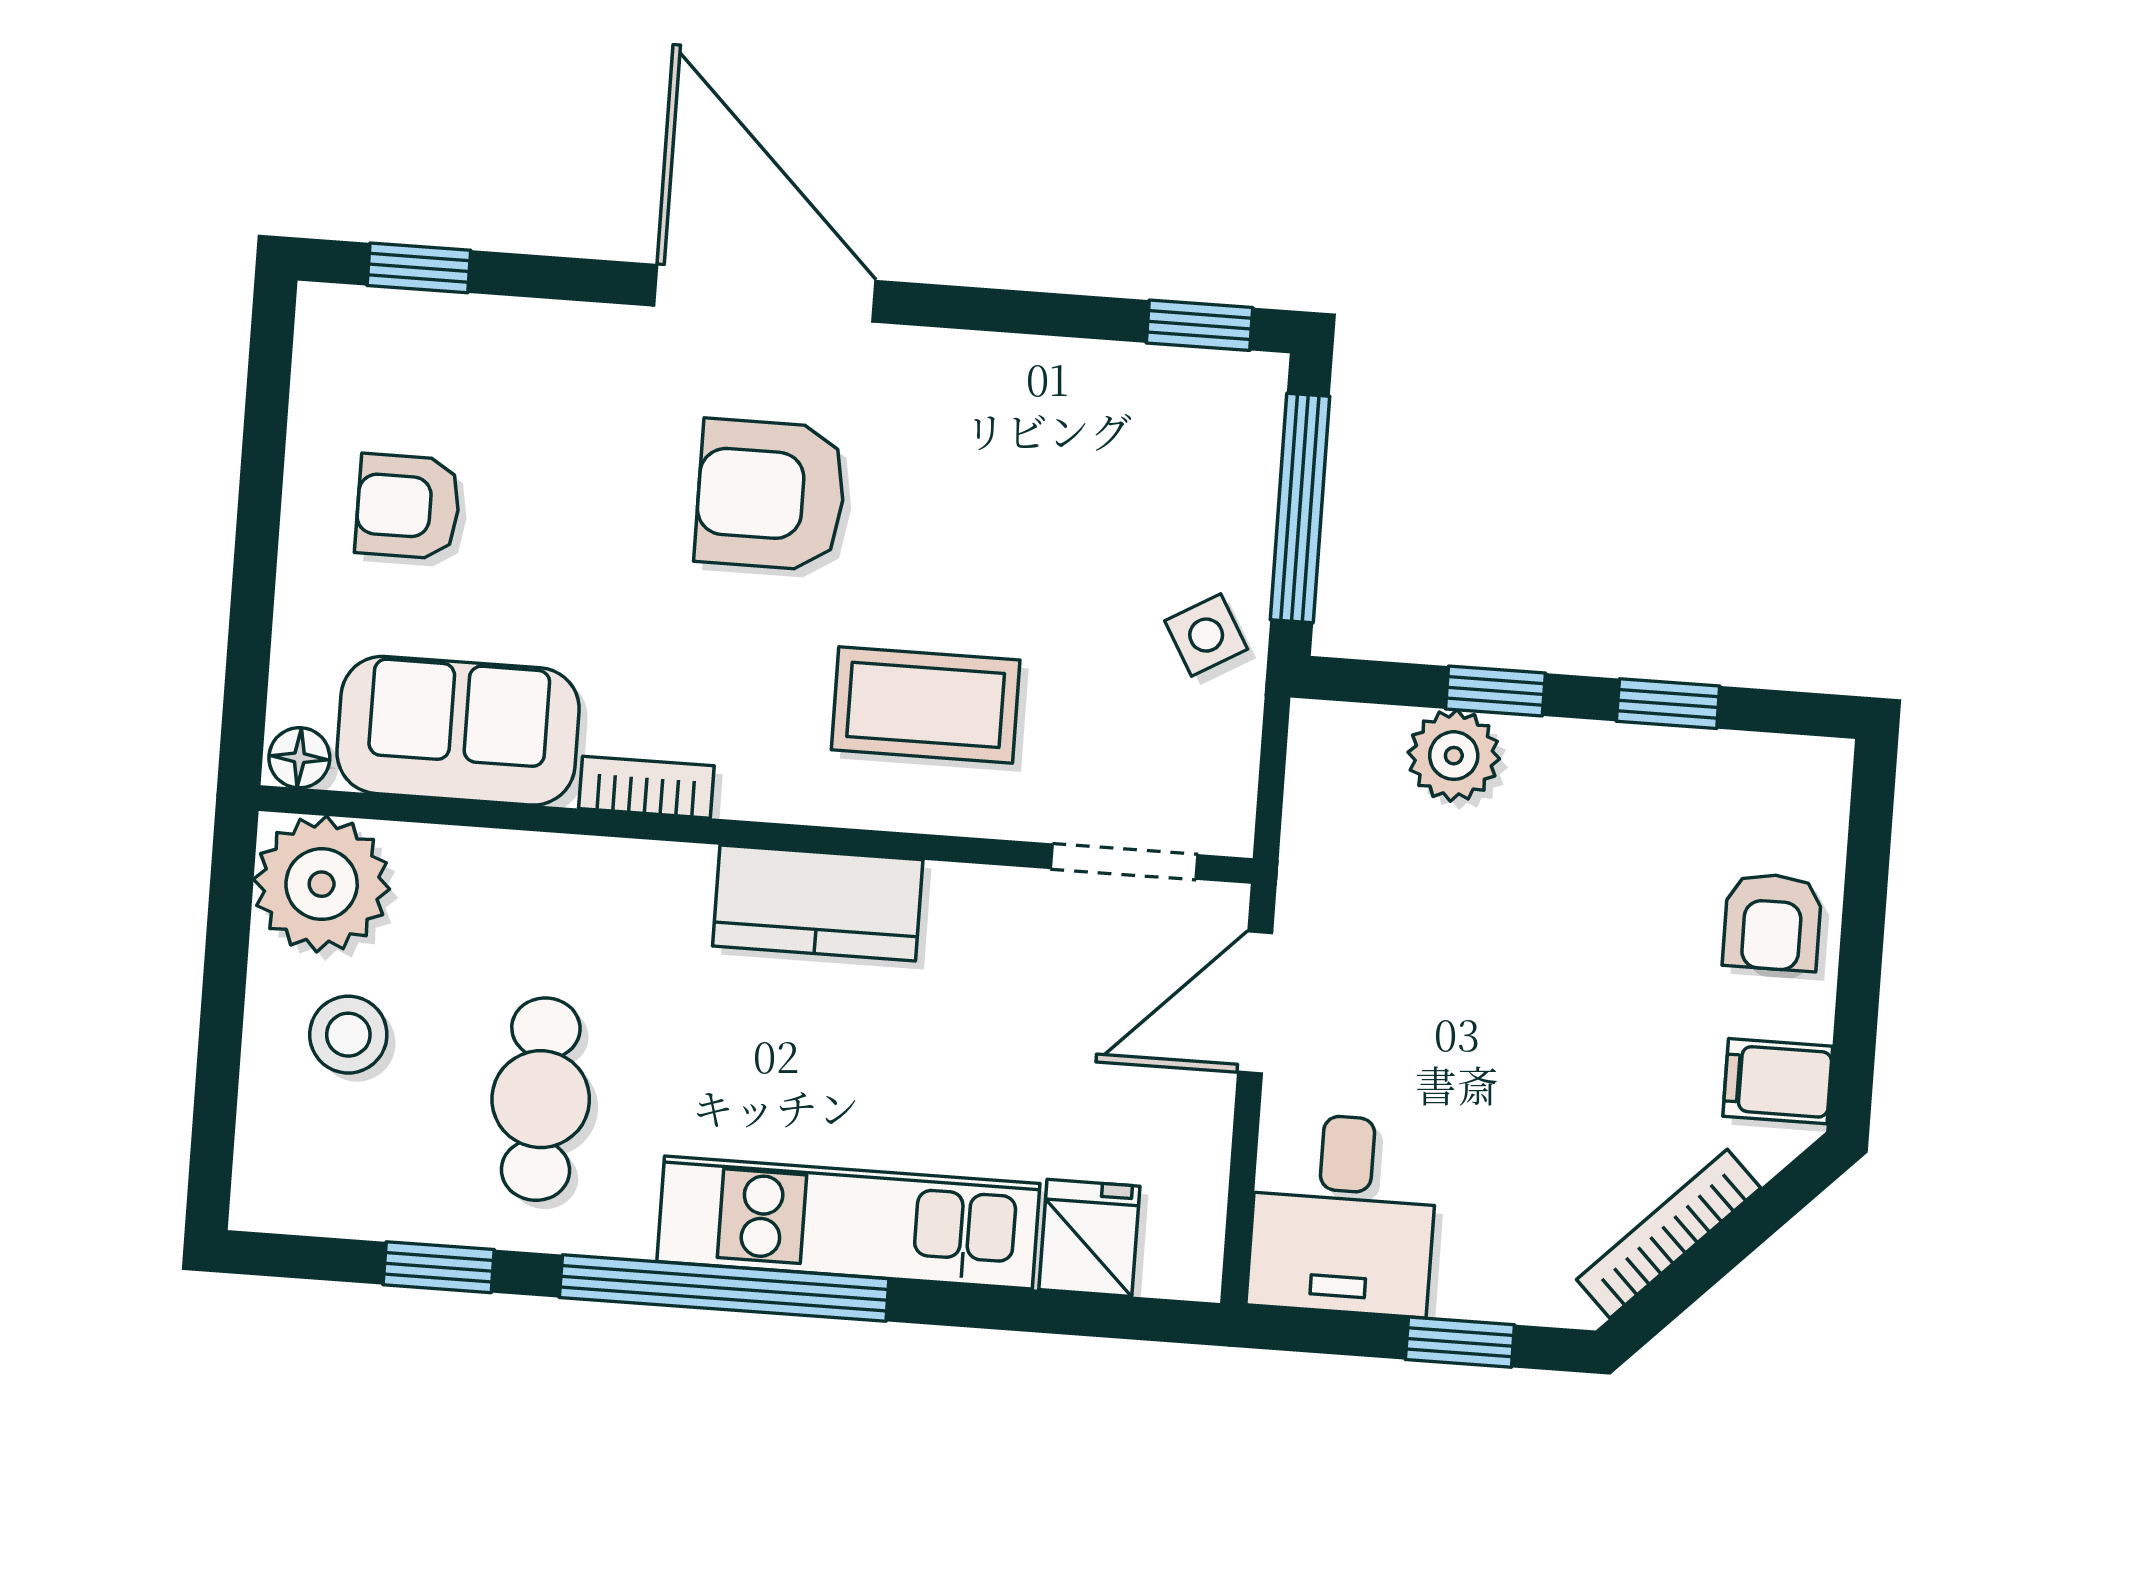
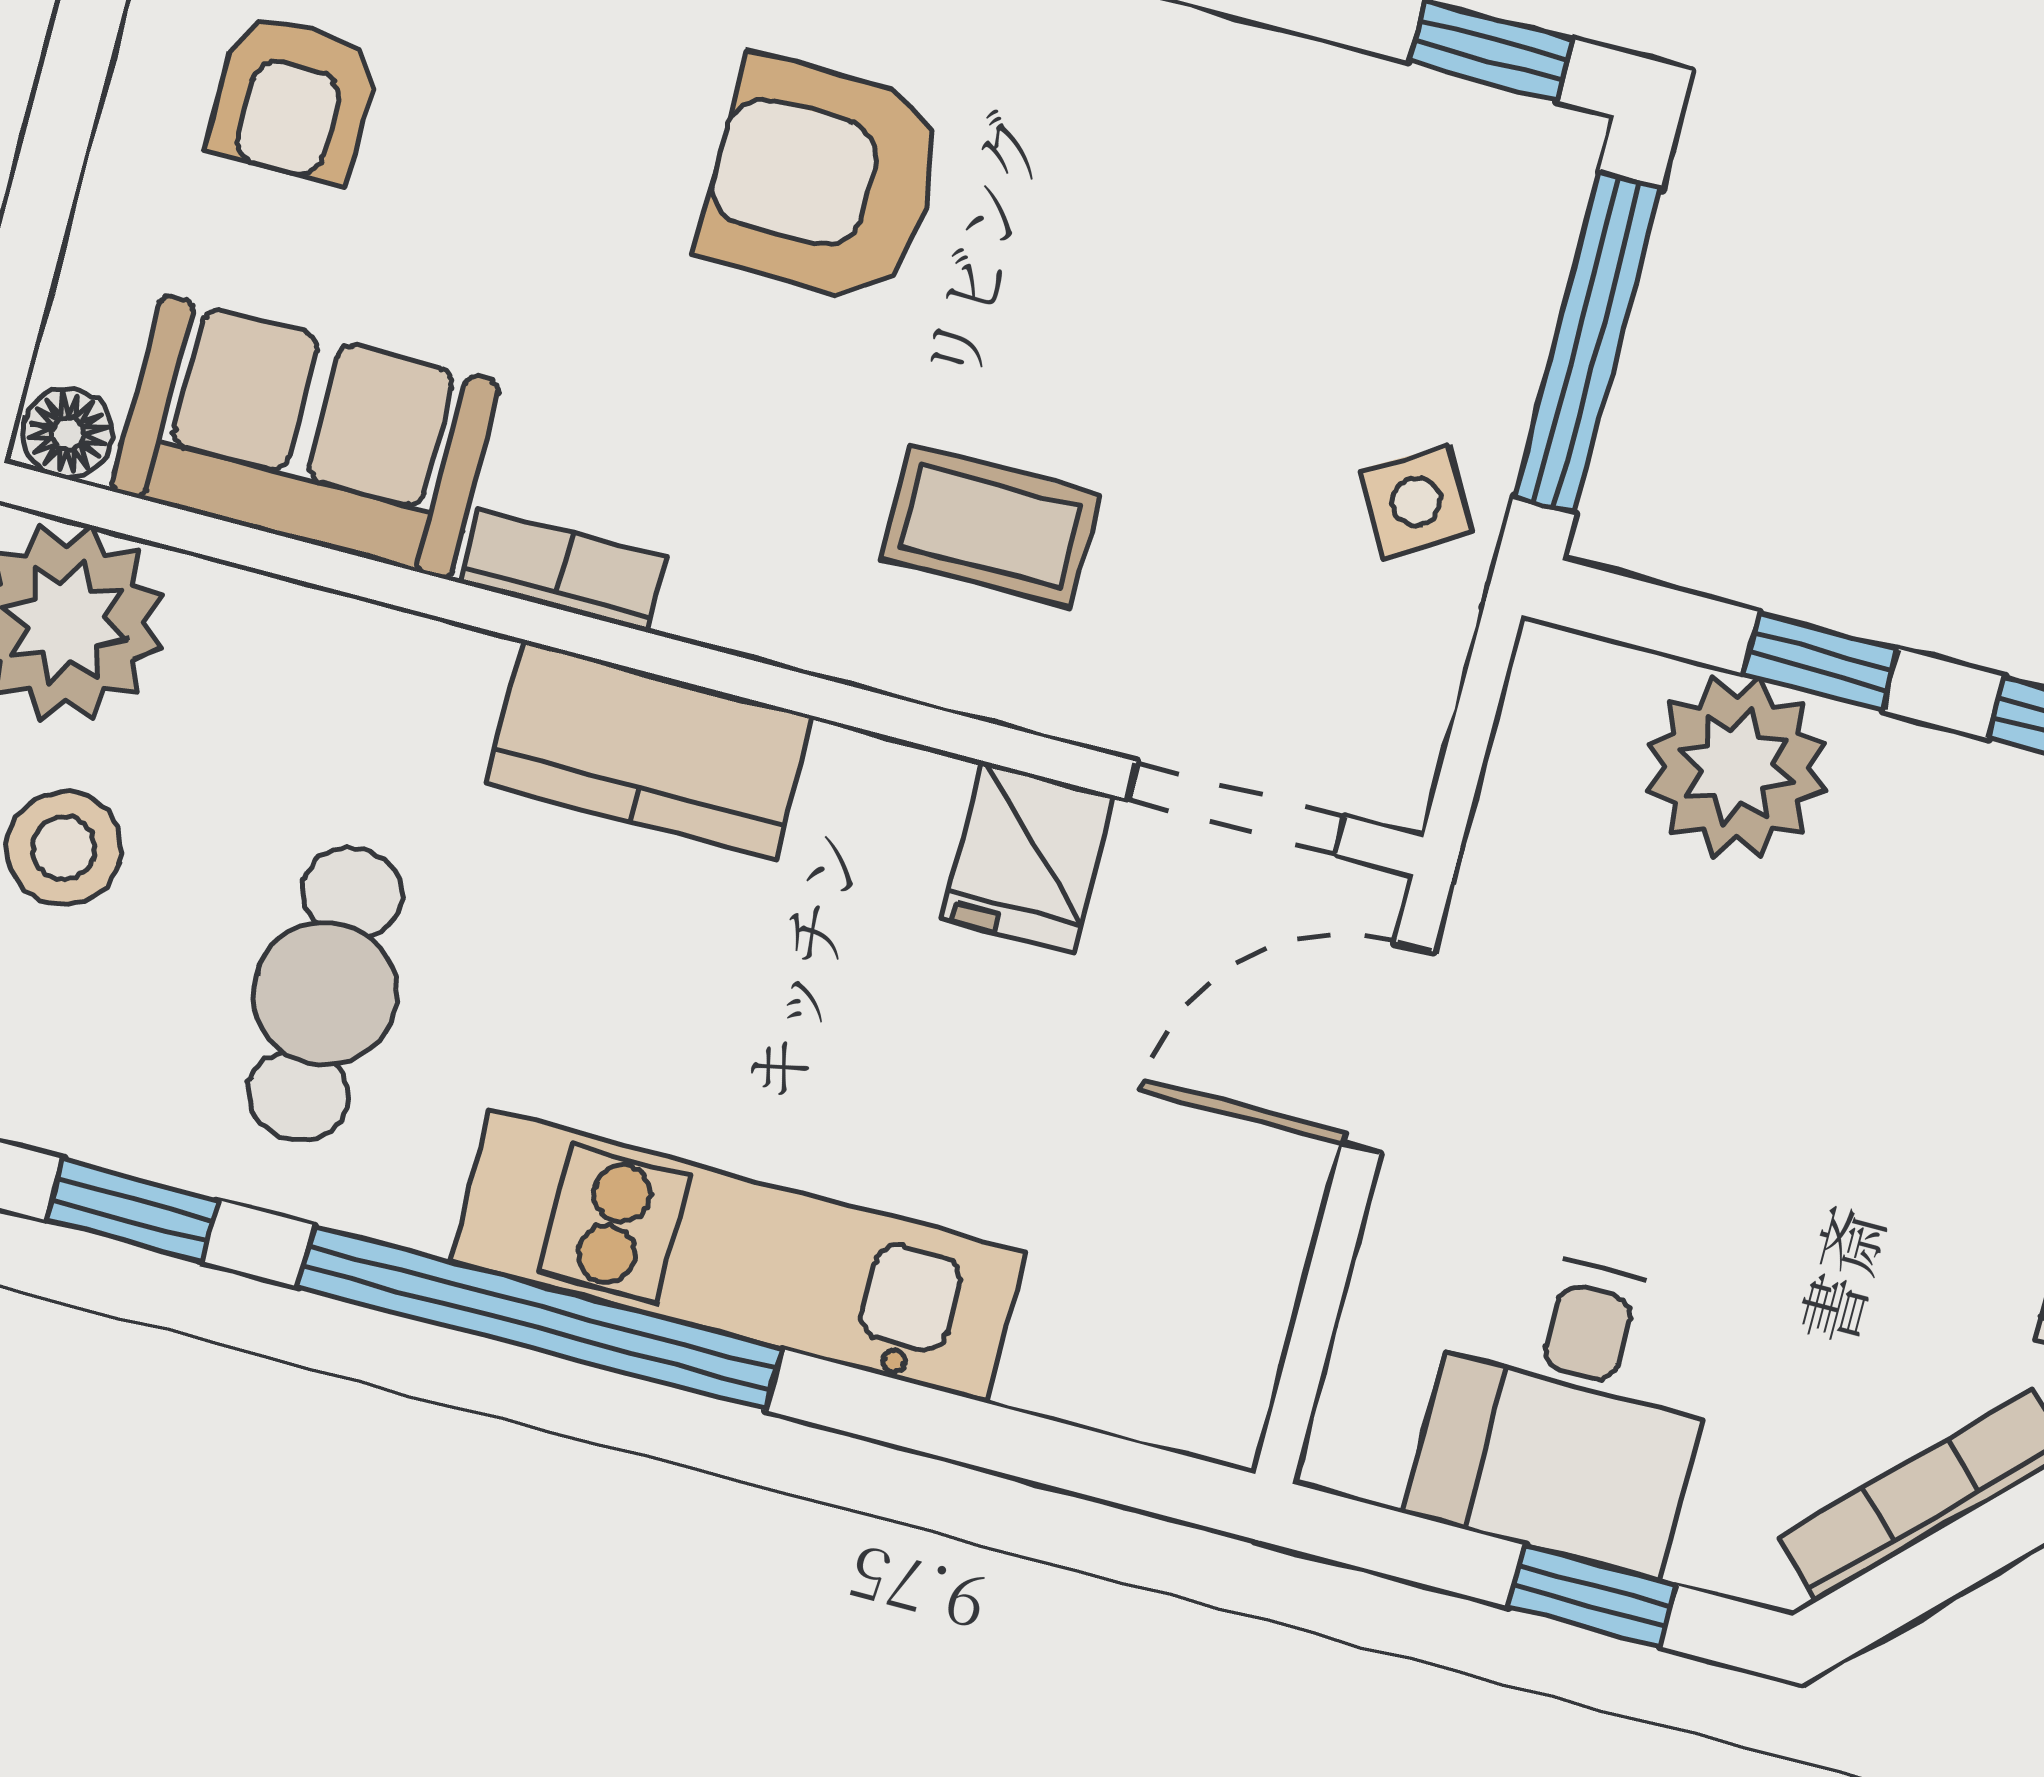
armchair: (408, 506) -> (294, 98), turned -90
coffee table: (926, 705) -> (991, 527), width x0.73, depth x0.77
plant: (1454, 756) -> (1736, 767), width x1.36, depth x1.36
kitchen counter: (818, 903) -> (649, 750), moved
desk: (1343, 1214) -> (1568, 1408), moved
fridge: (1089, 1238) -> (1028, 857), moved, turned 180

